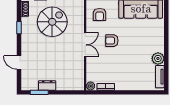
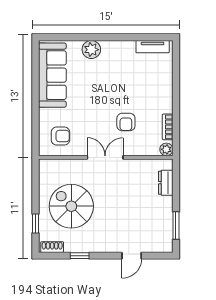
armchair: (112, 41) -> (126, 122), moved
plant: (158, 58) -> (91, 50), moved
dresser: (47, 85) -> (166, 183), moved

